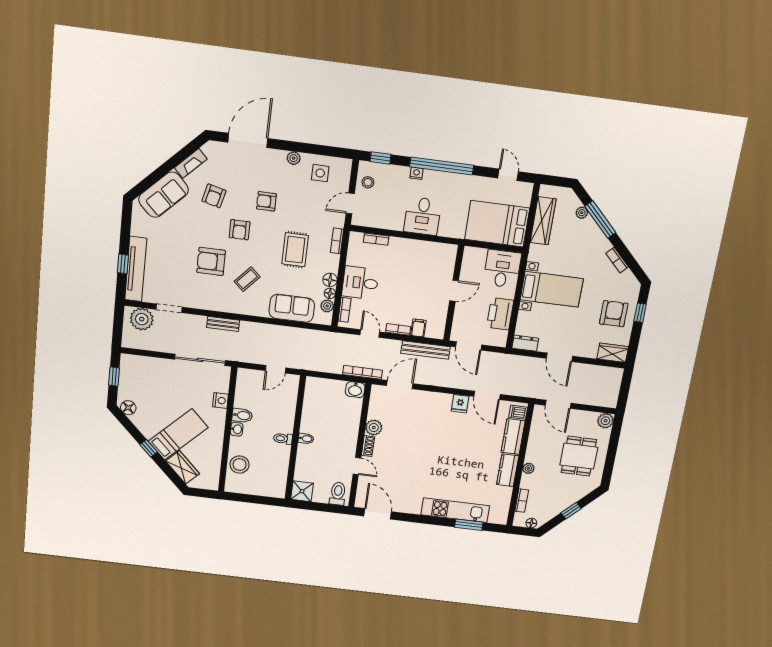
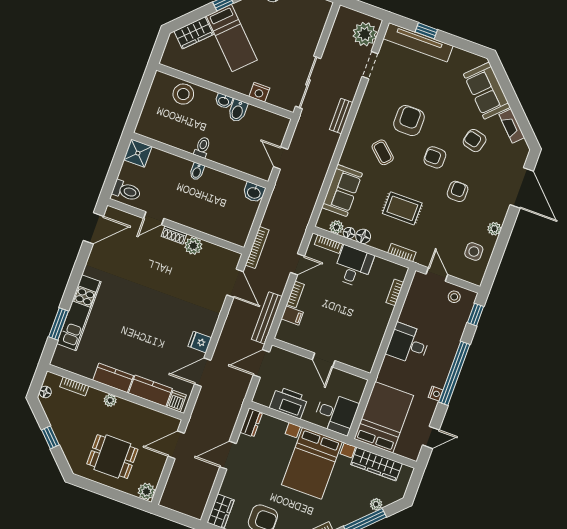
nightstand: (416, 173) -> (436, 394), moved
bed with nightstands: (552, 289) -> (312, 463), width x1.36
washbasin: (355, 390) -> (254, 193), moved, turned -90

